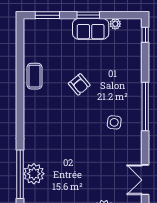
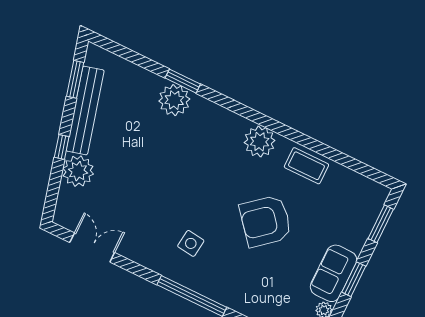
armchair: (79, 84) -> (266, 221), width x1.88, depth x1.88
plant: (34, 111) -> (260, 142), added
window: (20, 174) -> (183, 81), width x0.47

